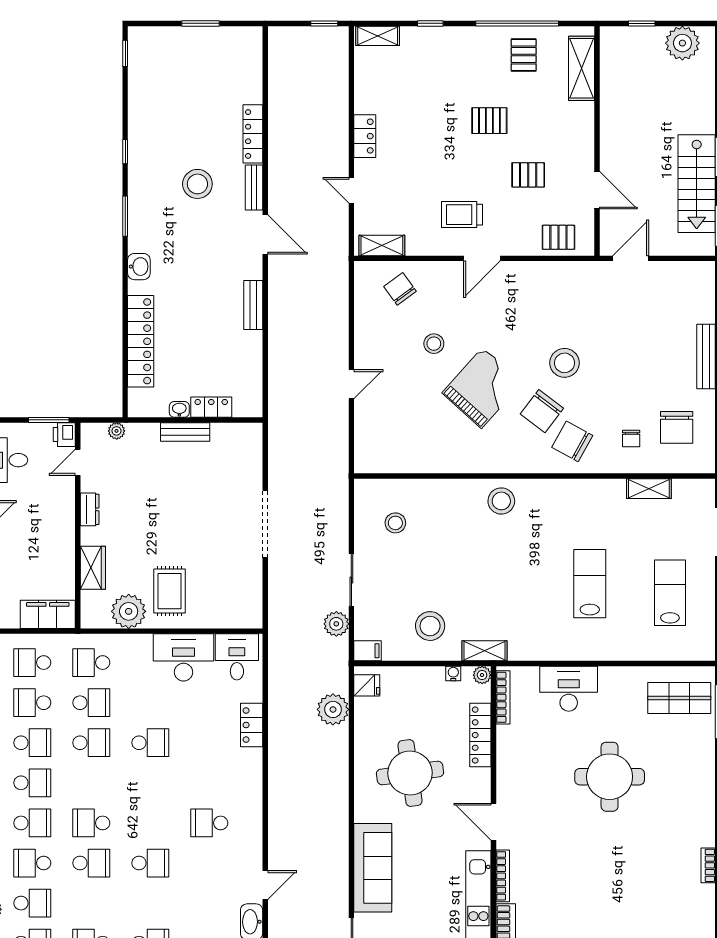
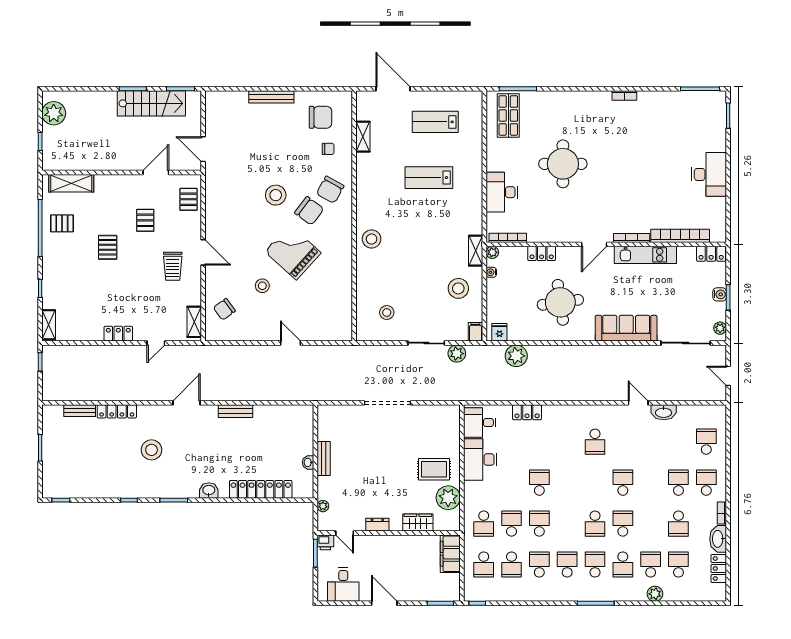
bench: (254, 187) -> (80, 411), moved
locker: (211, 407) -> (306, 440), removed
locker: (480, 735) -> (542, 253), width x0.66

